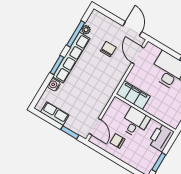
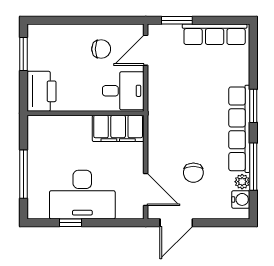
door: (132, 29) -> (176, 223), hinge flipped
water cooler: (54, 85) -> (241, 199), moved
row of seats: (55, 114) -> (215, 34), width x1.48
desk: (135, 122) -> (123, 91), moved, turned -90
door: (95, 127) -> (146, 50), hinge flipped

